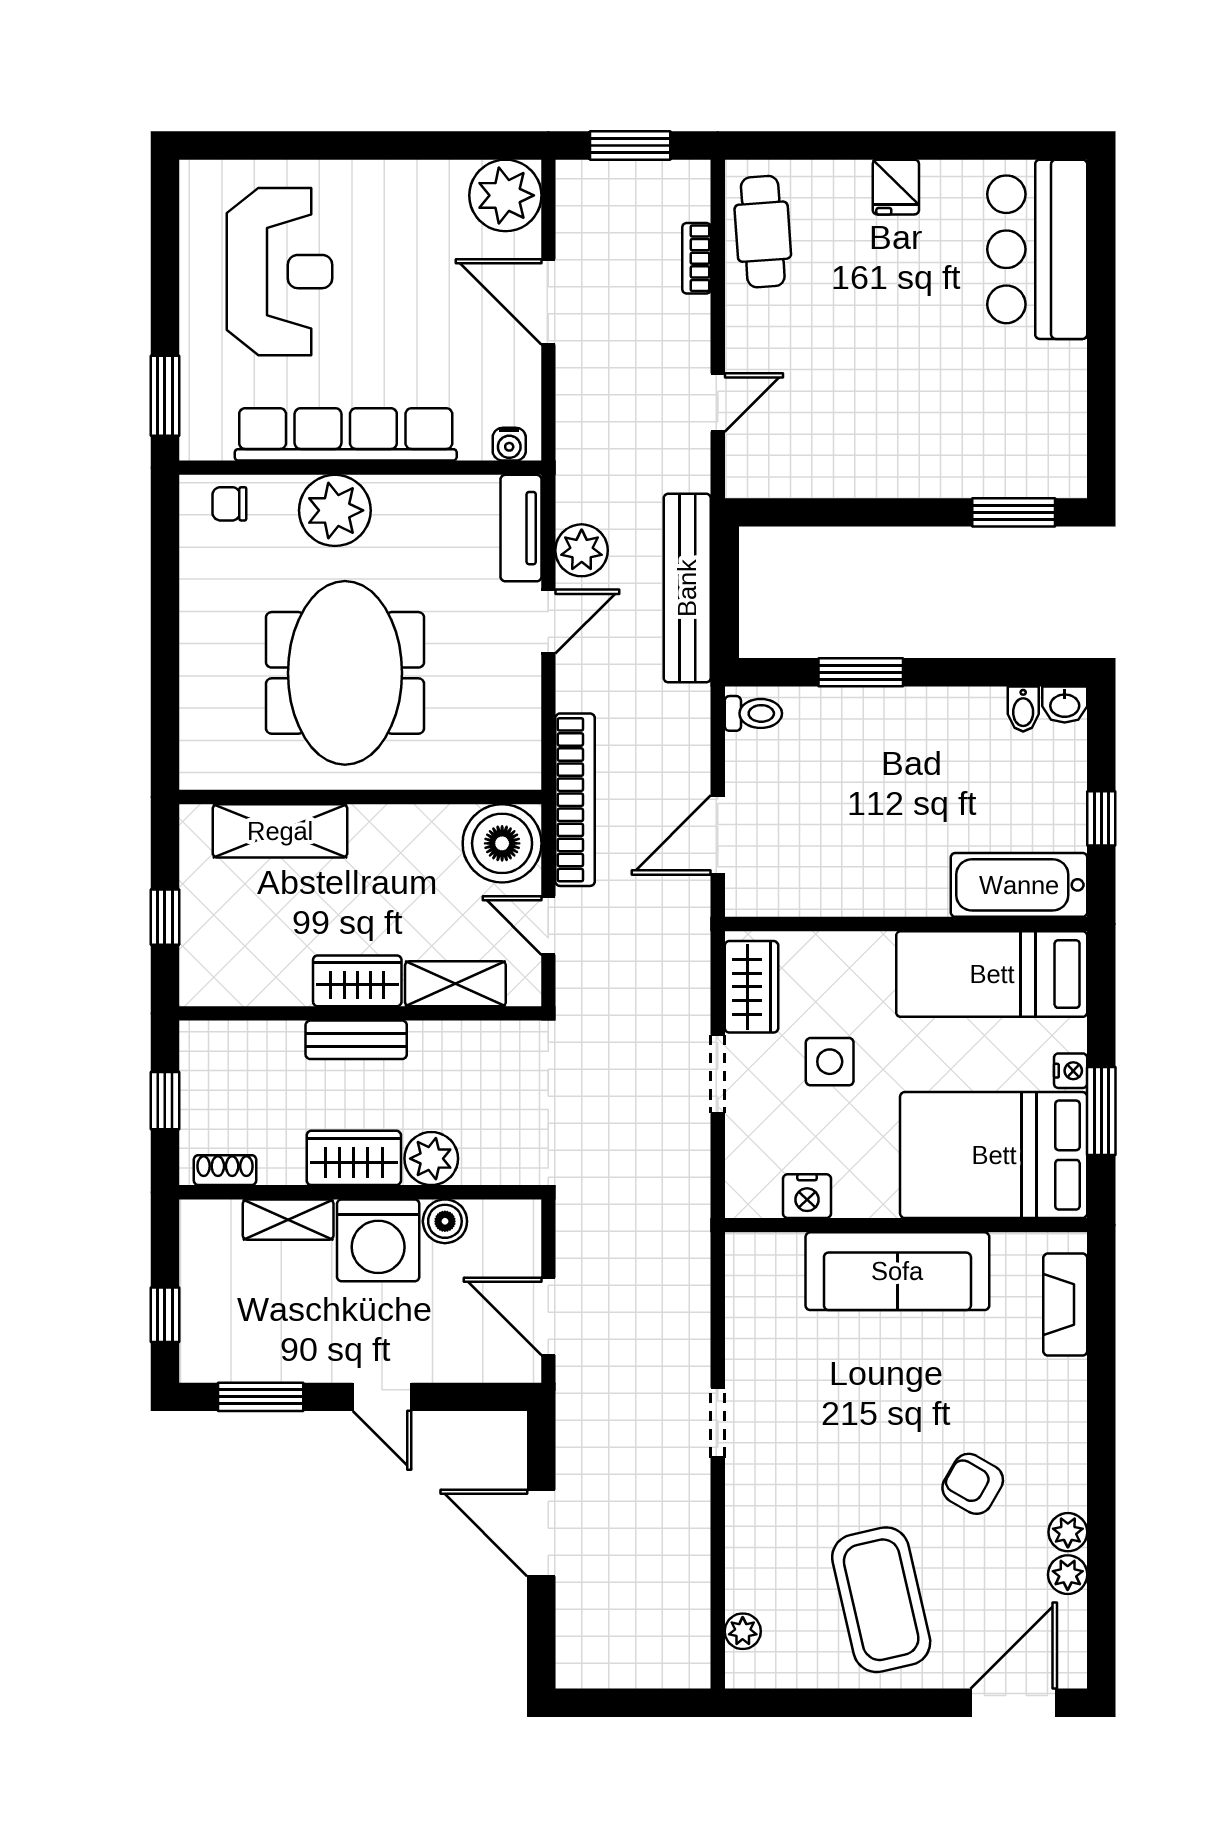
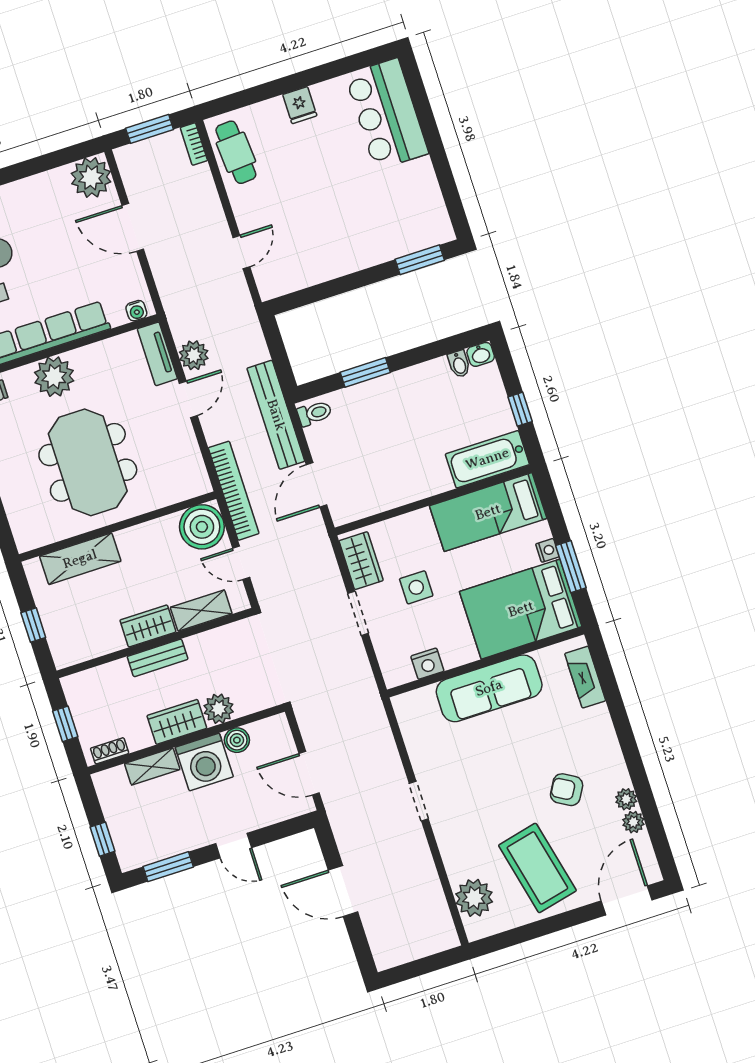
bookcase: (697, 258) -> (194, 144), moved
bench: (687, 588) -> (276, 415), moved
plant: (743, 1631) -> (474, 898), width x1.88, depth x1.88

